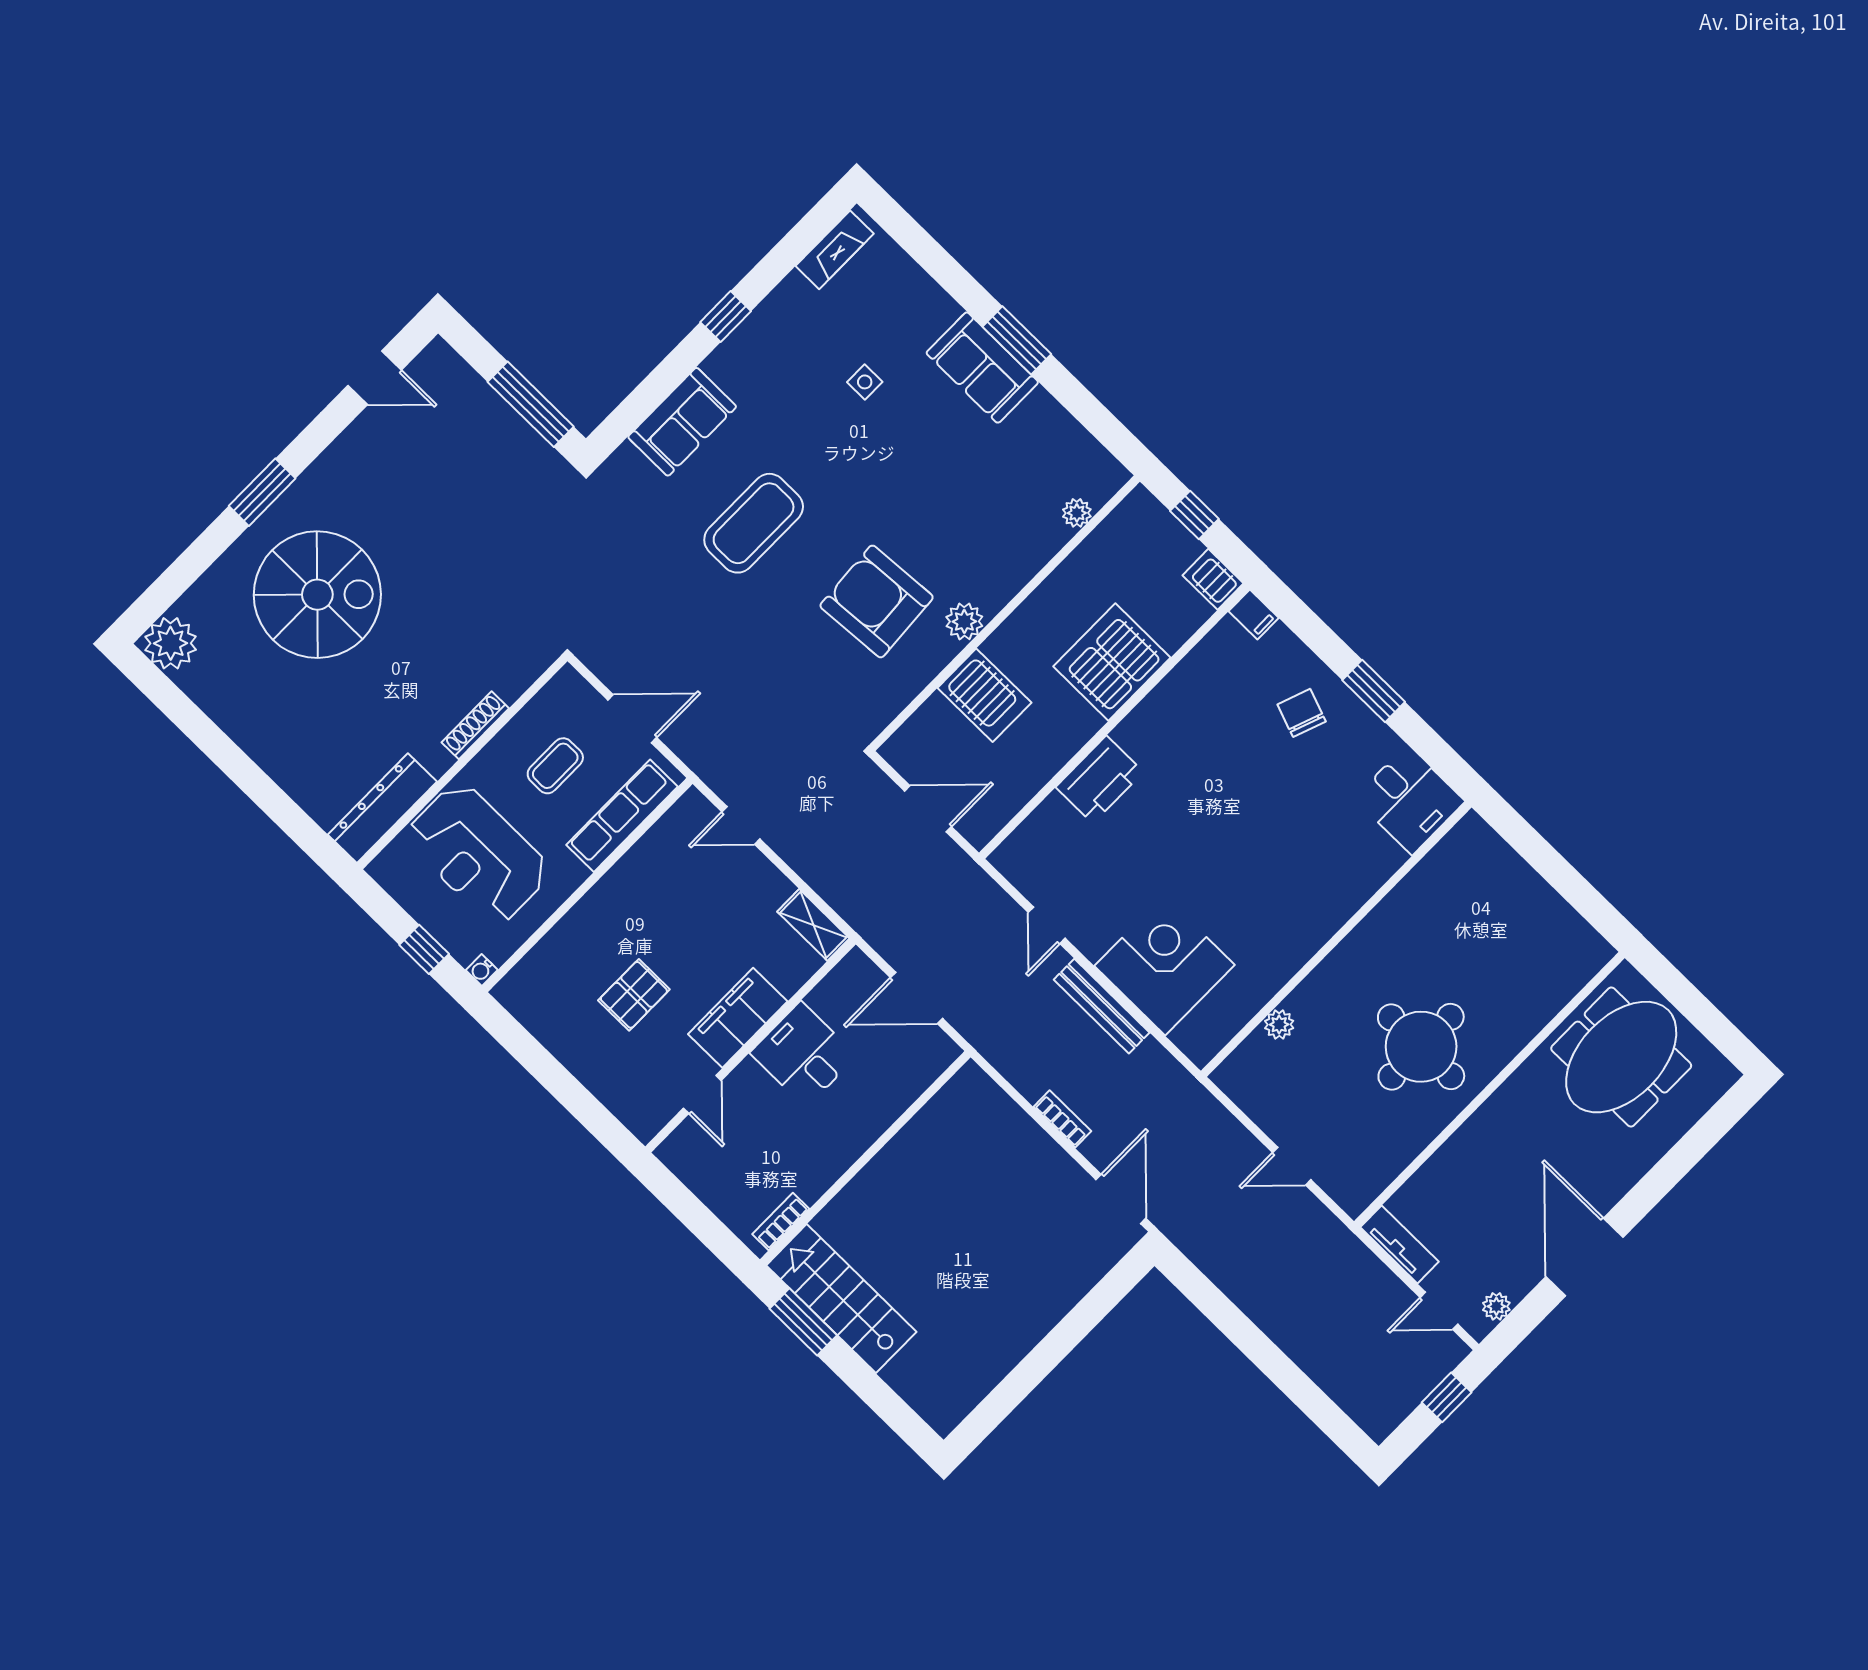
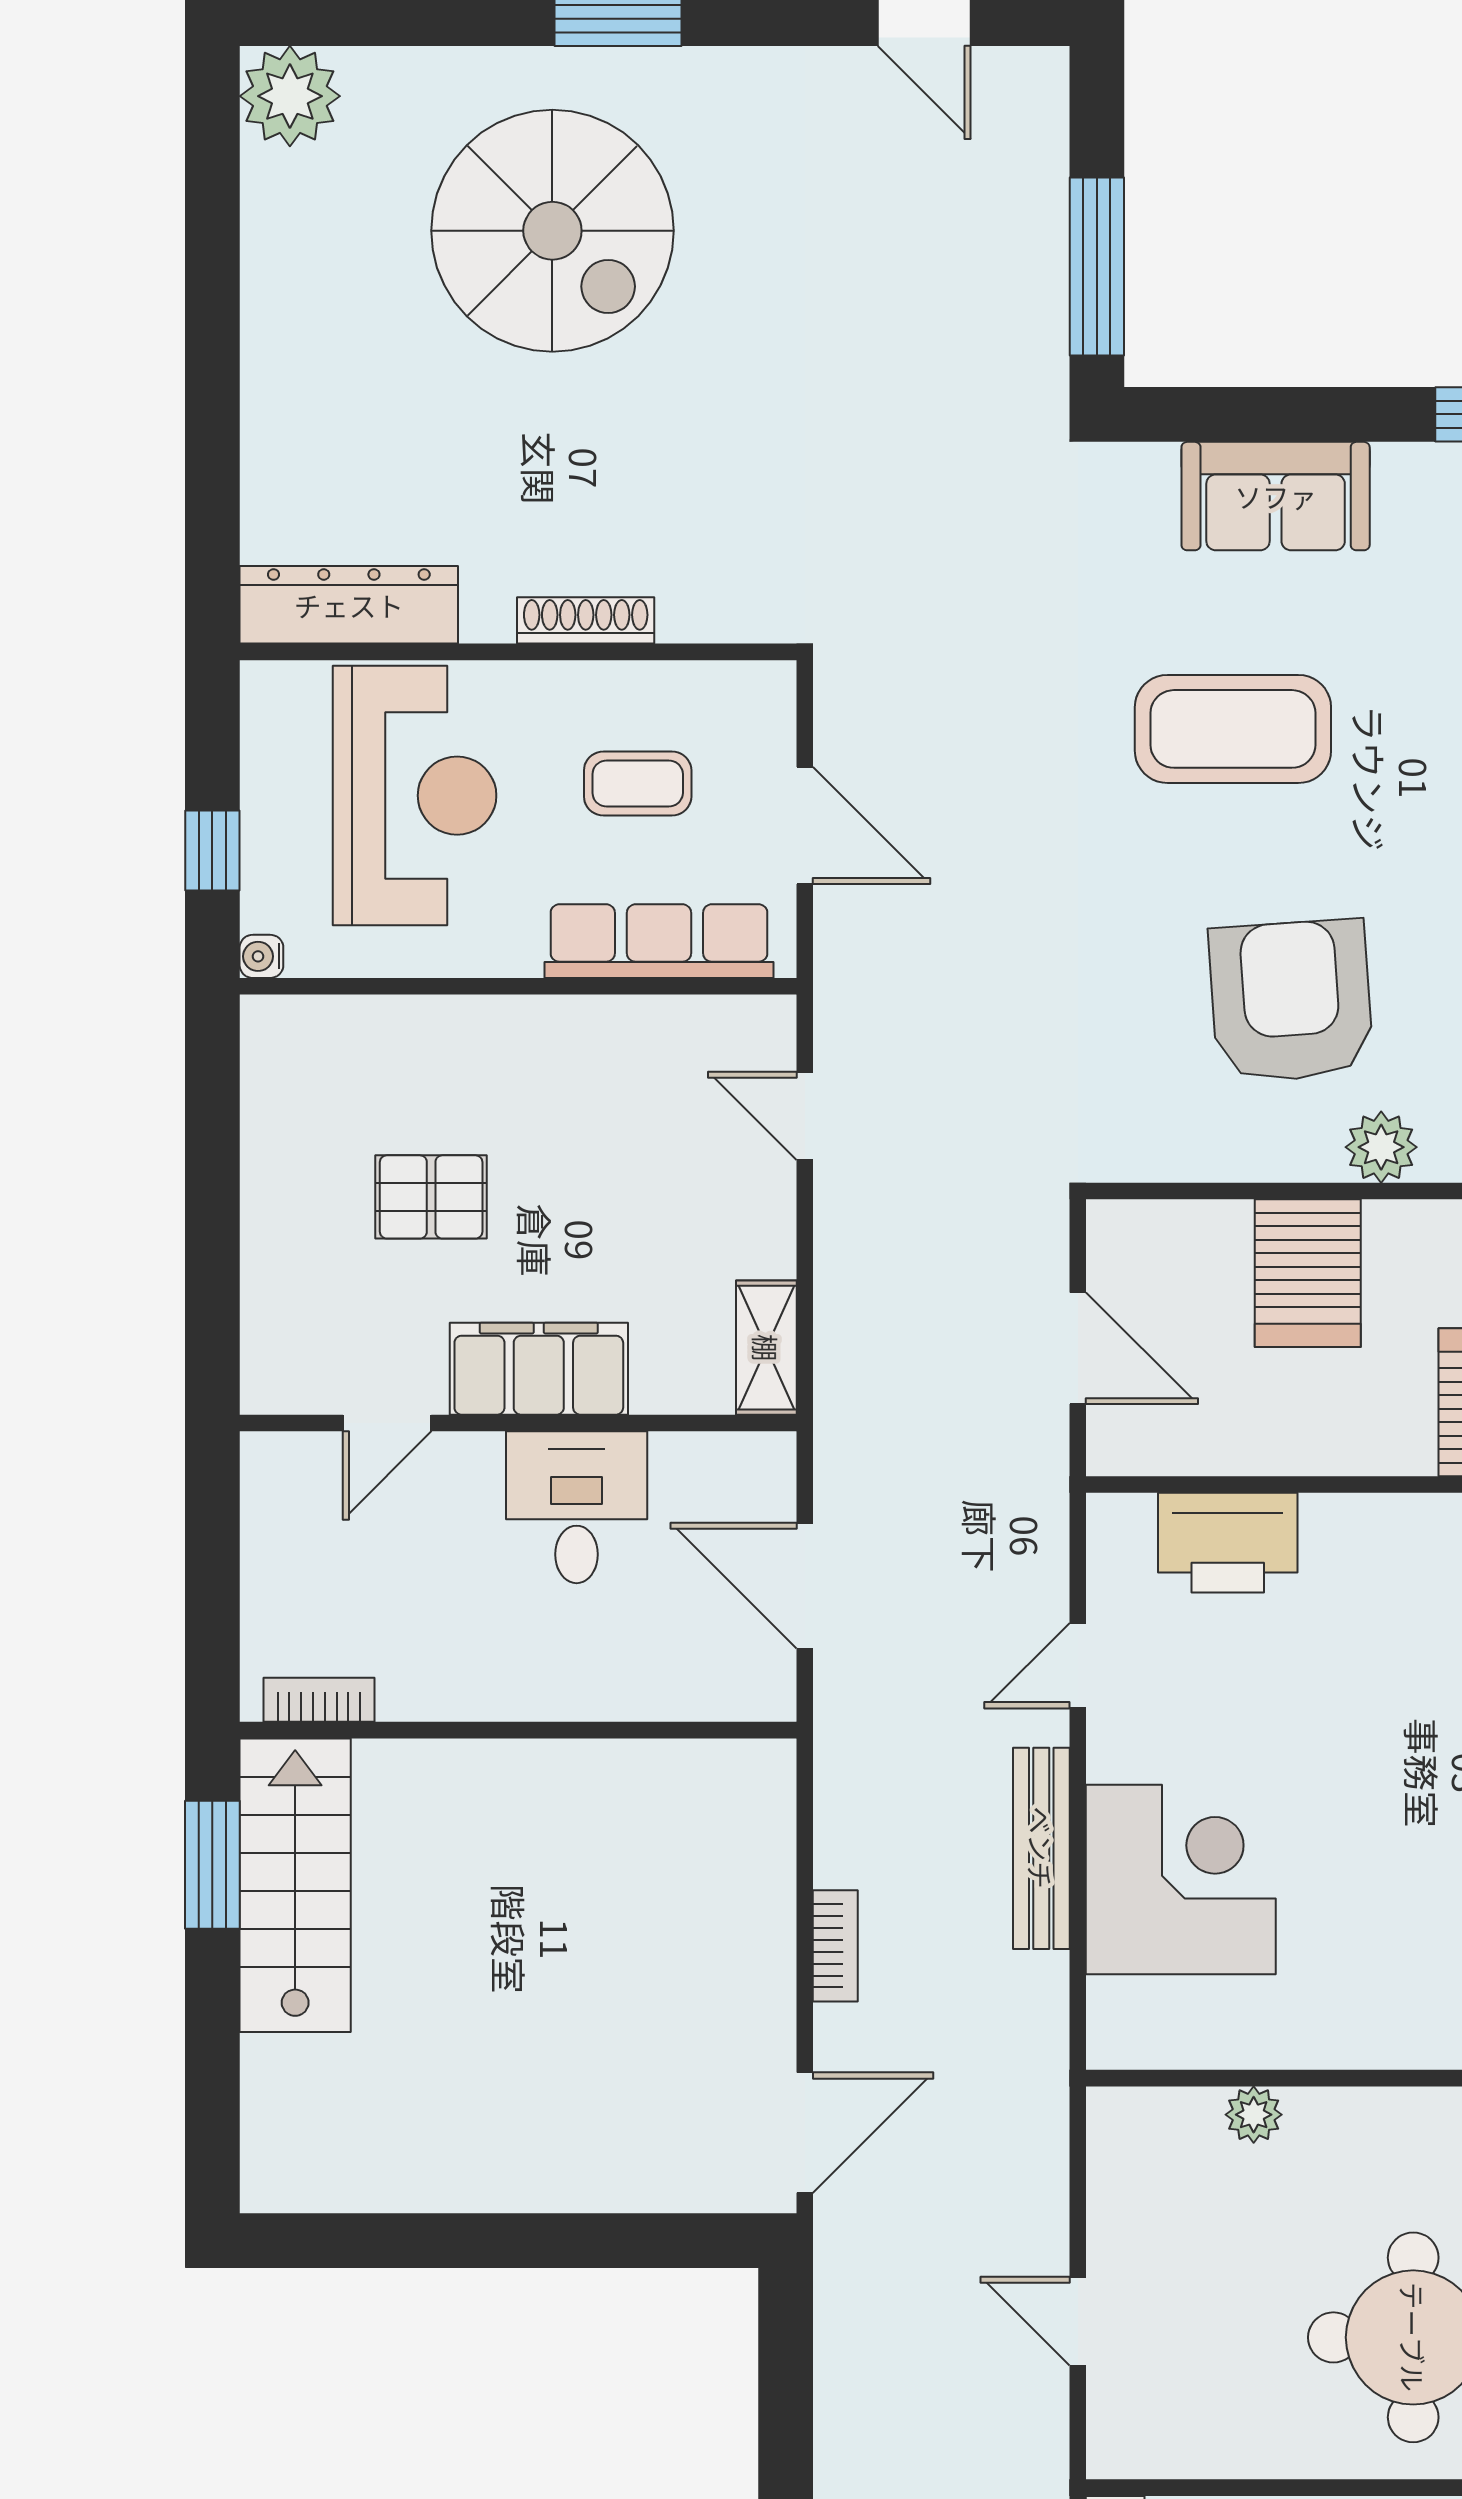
printer: (1100, 780) -> (1228, 1543), moved
reception desk: (478, 854) -> (415, 796), turned 180

